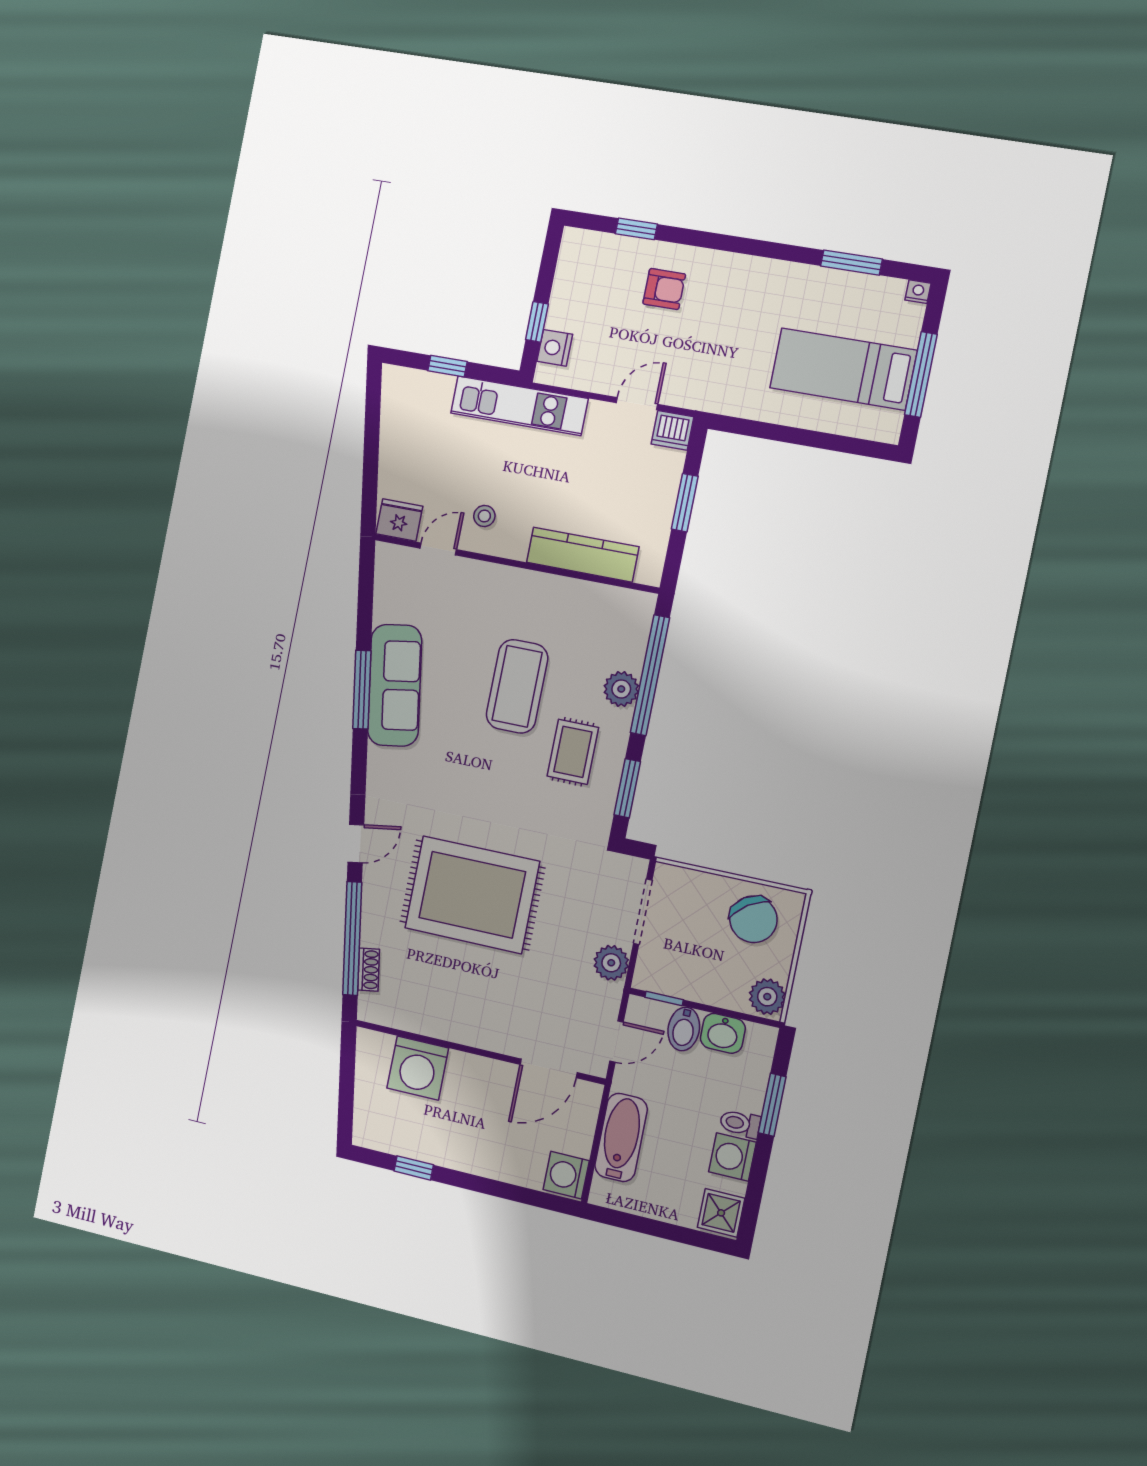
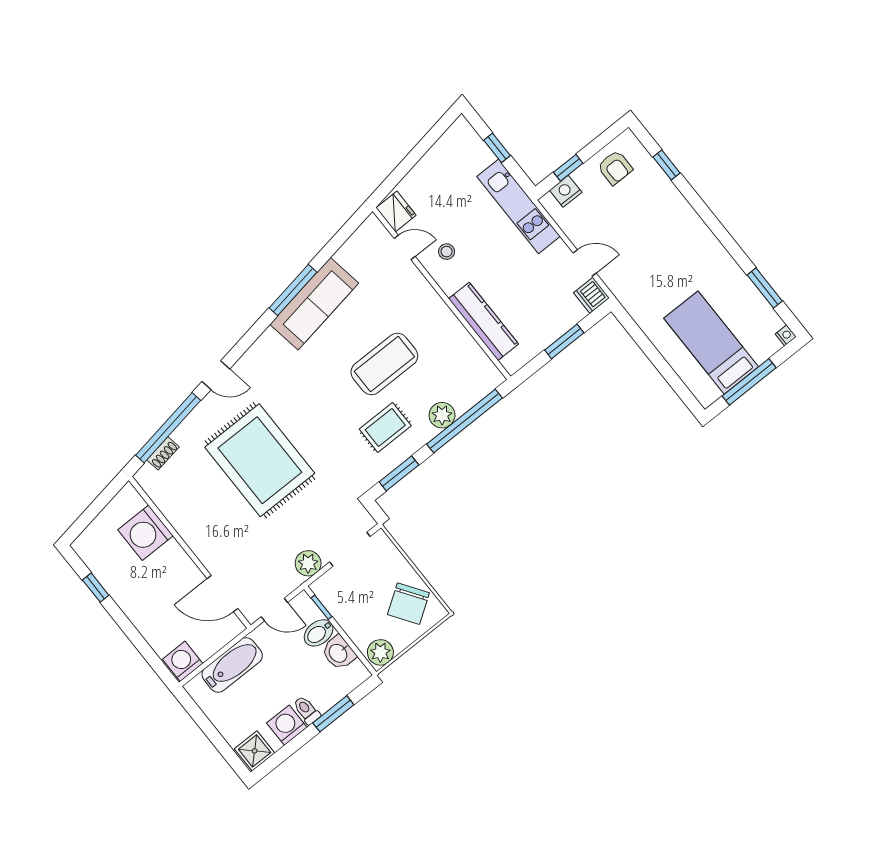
armchair: (664, 289) -> (615, 168), moved

